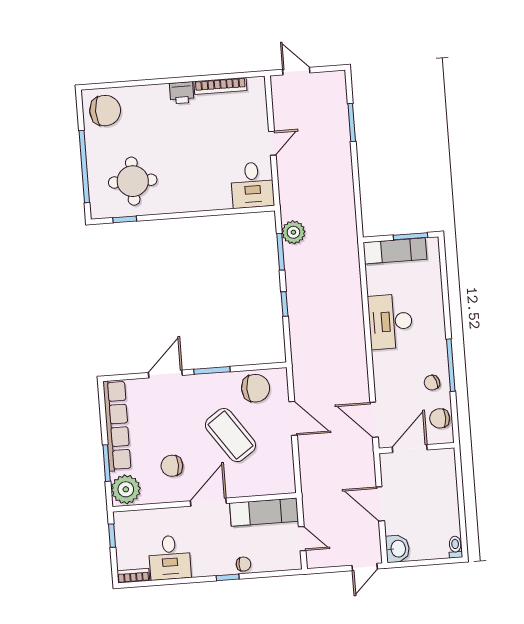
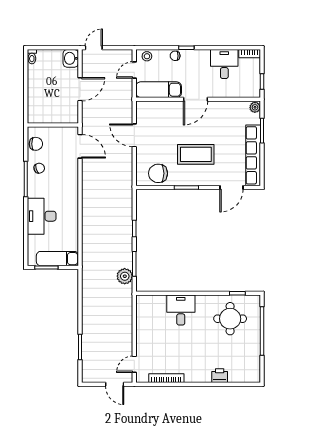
printer: (182, 93) -> (220, 376), moved
chair: (105, 111) -> (245, 367), removed
door: (272, 143) -> (134, 364), moved
desk: (252, 185) -> (181, 310), moved
desk: (390, 322) -> (42, 216), moved, turned 180
door: (165, 374) -> (231, 187), moved
door: (293, 418) -> (134, 135), moved
coffee table: (230, 435) -> (196, 154), moved, turned -55
door: (410, 449) -> (57, 125), removed
chair: (172, 466) -> (218, 125), removed
plant: (126, 489) -> (255, 107), width x0.53, depth x0.53
door: (380, 504) -> (80, 89), hinge flipped
door: (302, 539) -> (134, 70), hinge flipped
stool: (285, 560) -> (147, 56), added

